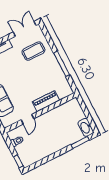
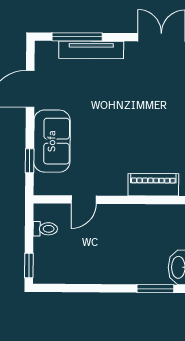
coffee table: (33, 51) -> (157, 85), removed
piano: (46, 101) -> (153, 185), moved

